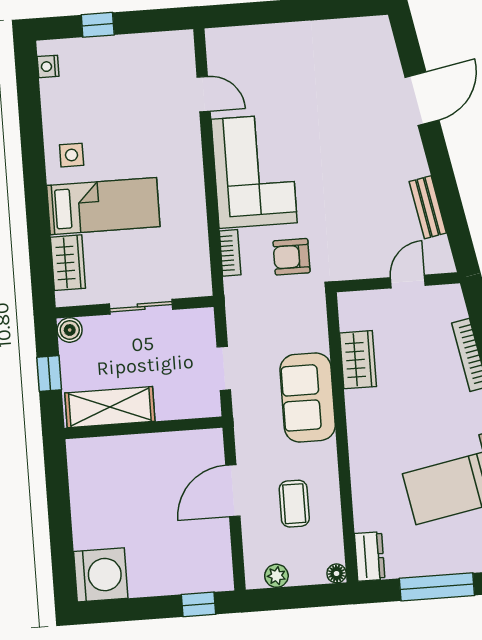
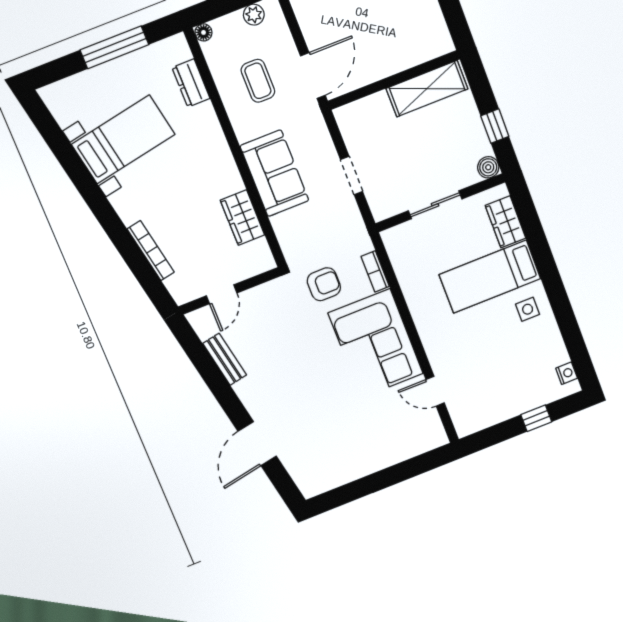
shelving: (110, 407) -> (427, 89), moved
wall: (143, 428) -> (394, 80), moved
dresser: (370, 556) -> (191, 83), moved

